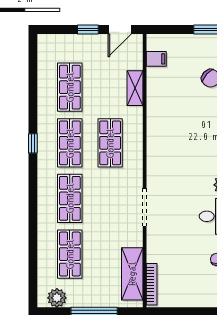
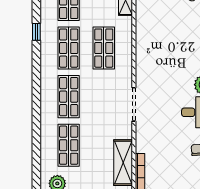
window: (33, 143) -> (36, 32), moved

